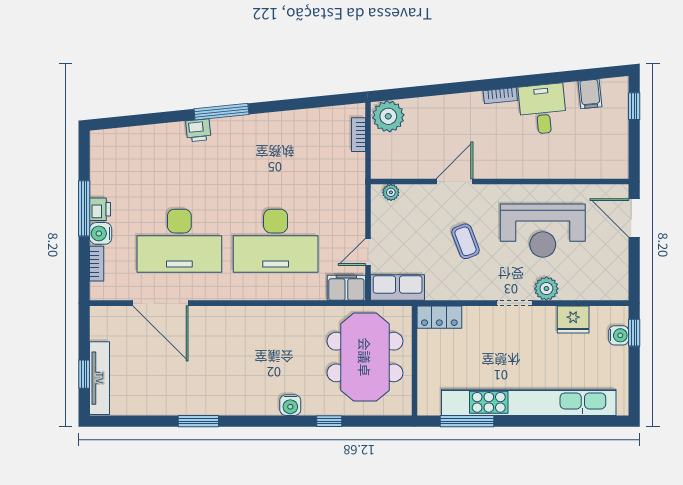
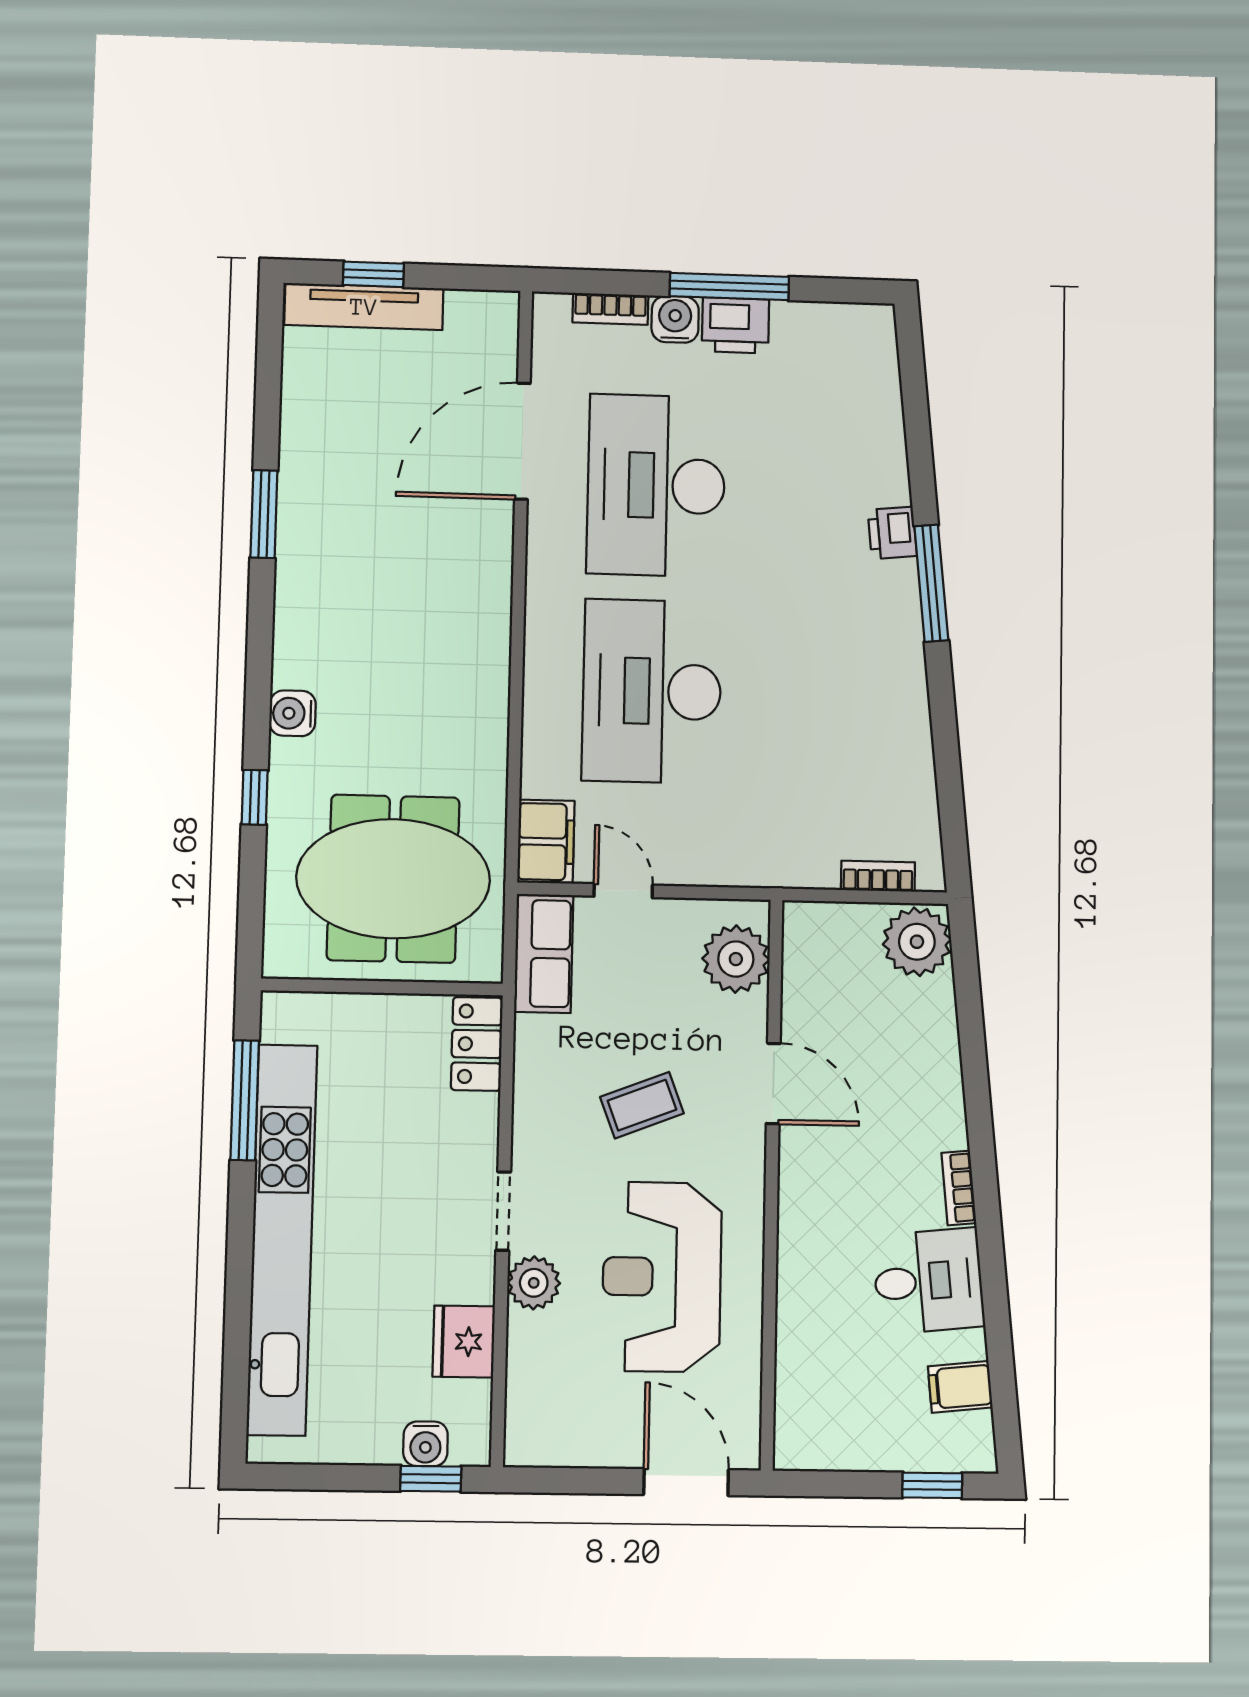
plant: (391, 192) -> (736, 959), width x1.88, depth x1.88
printer: (100, 209) -> (735, 325), width x1.36, depth x1.24
door: (634, 218) -> (686, 1482), hinge flipped

